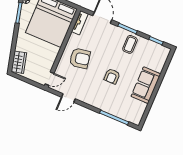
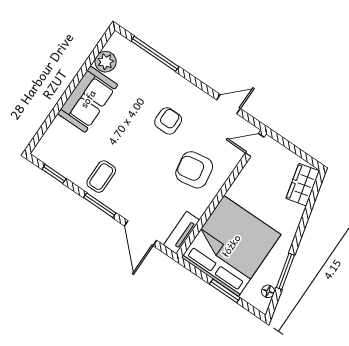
armchair: (112, 76) -> (168, 121), moved
plant: (140, 108) -> (106, 62), added

